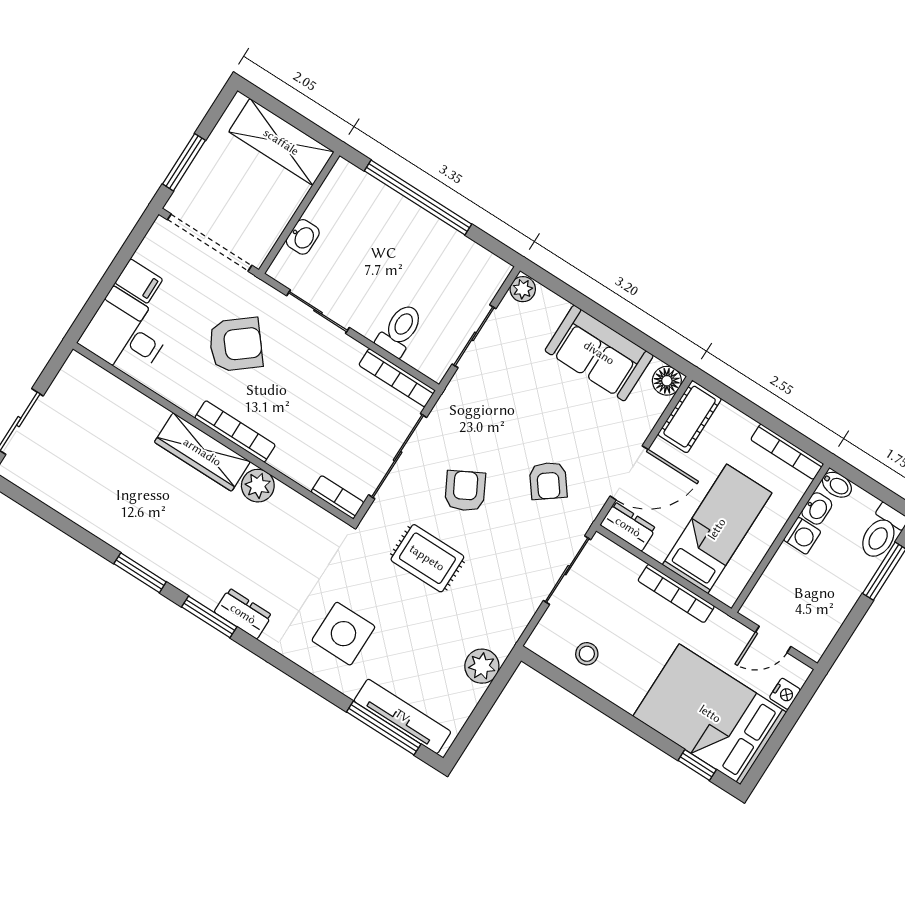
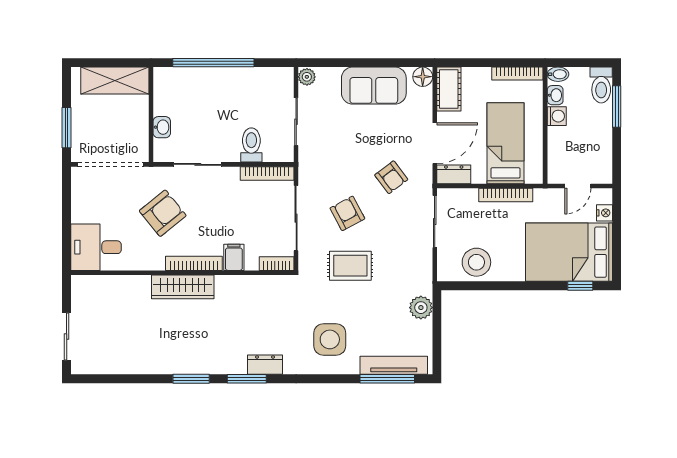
filing cabinet: (139, 281) -> (234, 257), moved, turned -90
plant: (258, 486) -> (227, 286), removed
stool: (587, 654) -> (476, 262), width x1.89, depth x1.89

